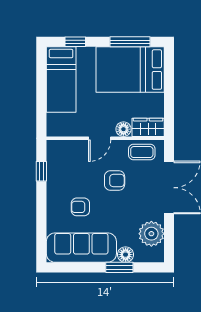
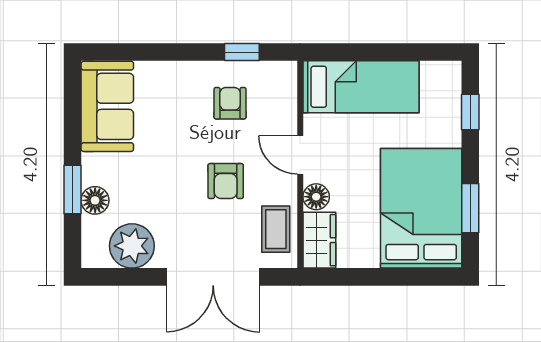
window: (130, 42) -> (470, 208), width x0.69
bed: (61, 79) -> (361, 87), moved, turned 180
armchair: (80, 207) -> (230, 103), moved
sofa: (81, 248) -> (107, 106), width x0.73

